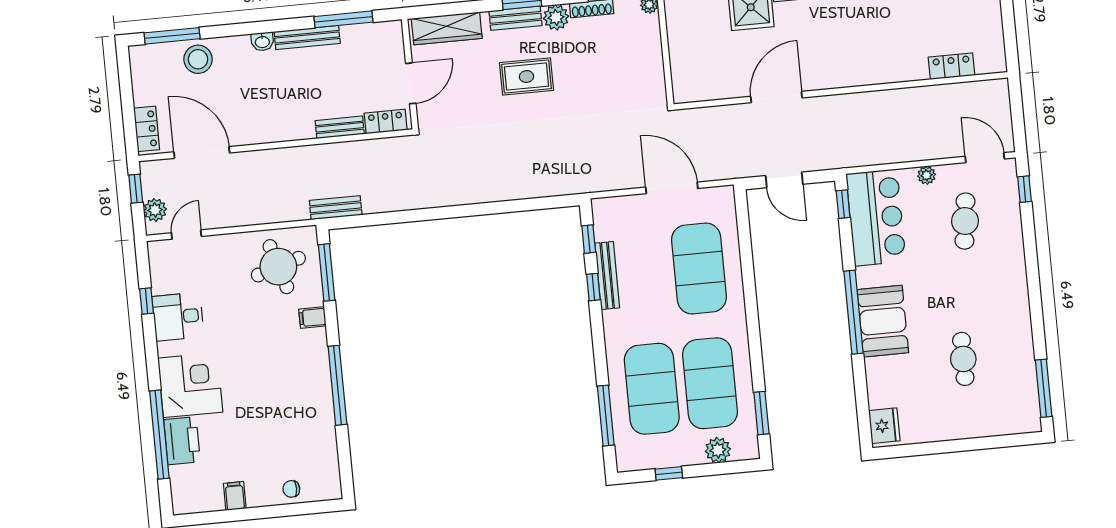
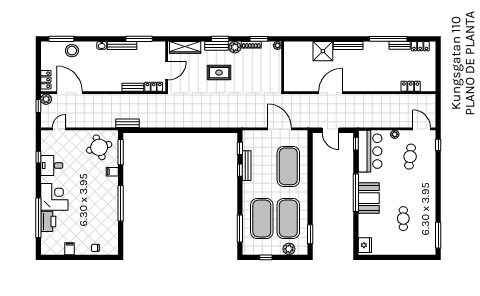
plant: (155, 210) -> (46, 99), moved

